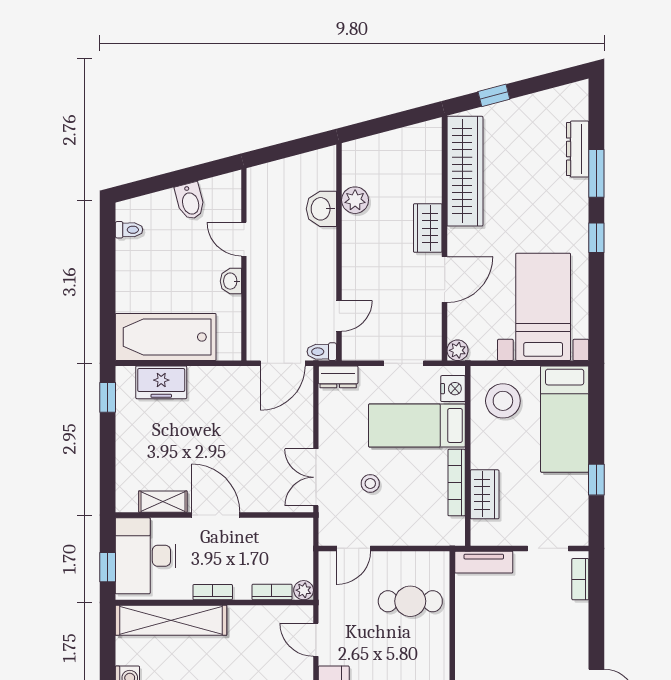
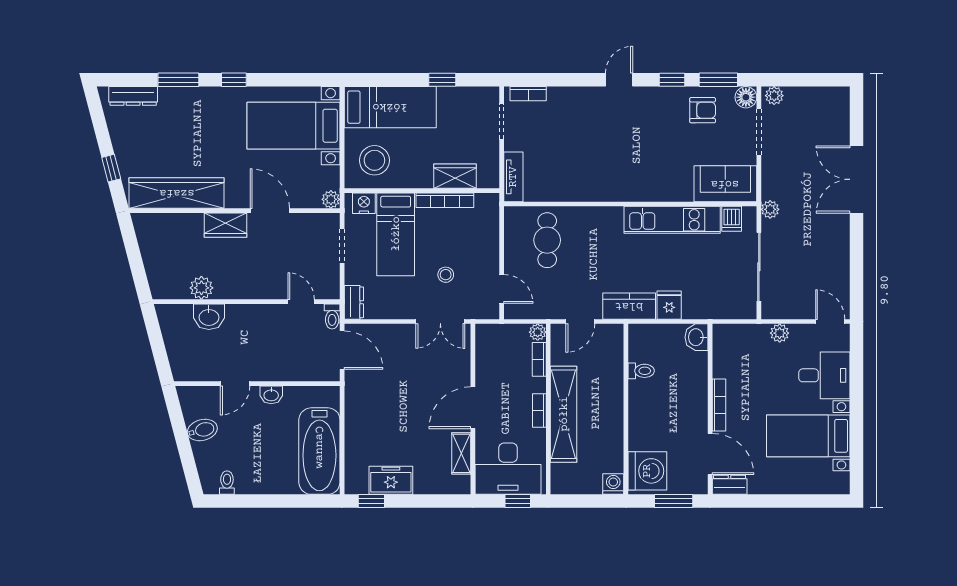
dresser: (578, 149) -> (133, 96), moved
freezer: (161, 382) -> (391, 480), moved, turned -90
shelving: (171, 620) -> (564, 414), moved

